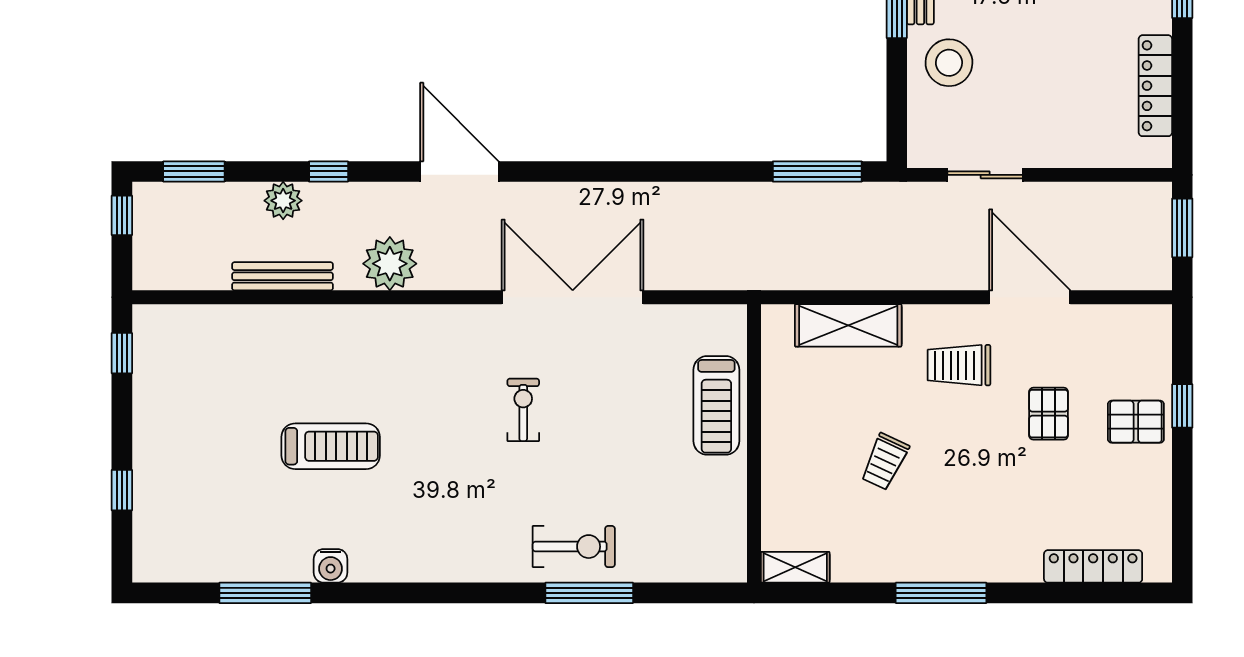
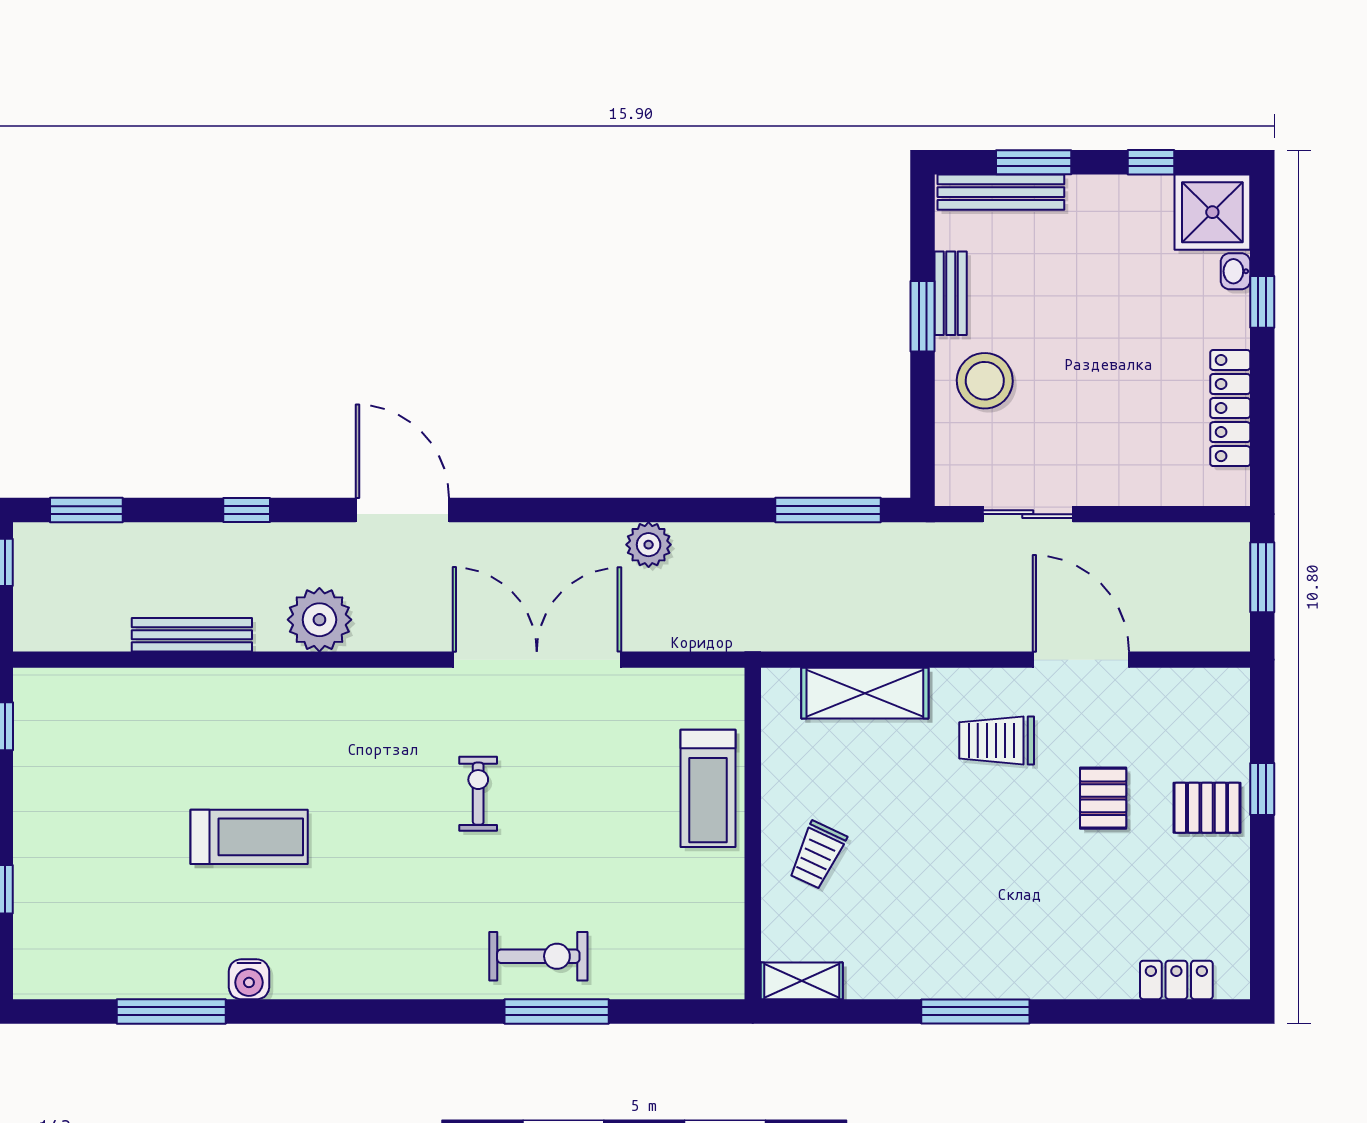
plant: (283, 201) -> (649, 545), moved
trolley: (885, 462) -> (817, 855), moved
locker: (1093, 566) -> (1176, 980), width x0.66

